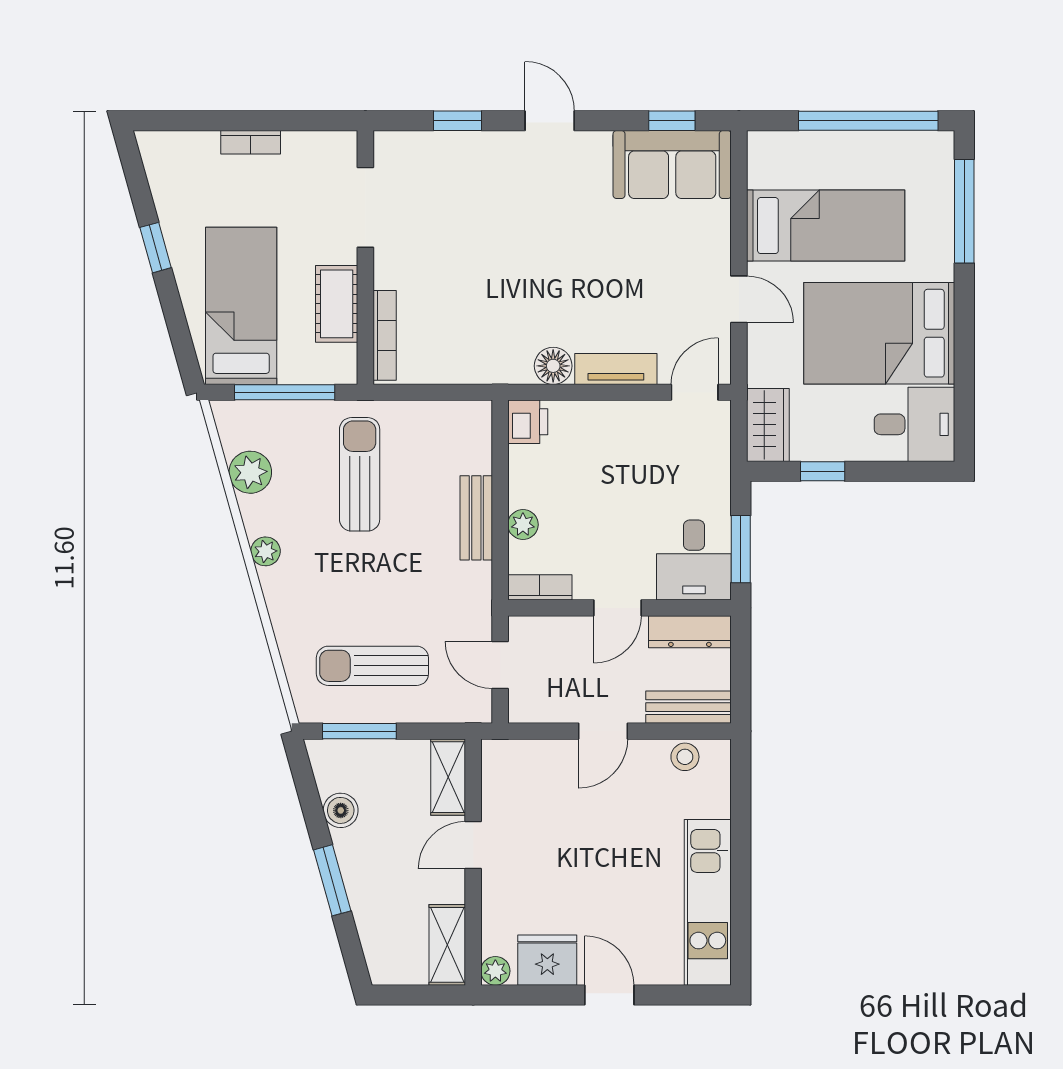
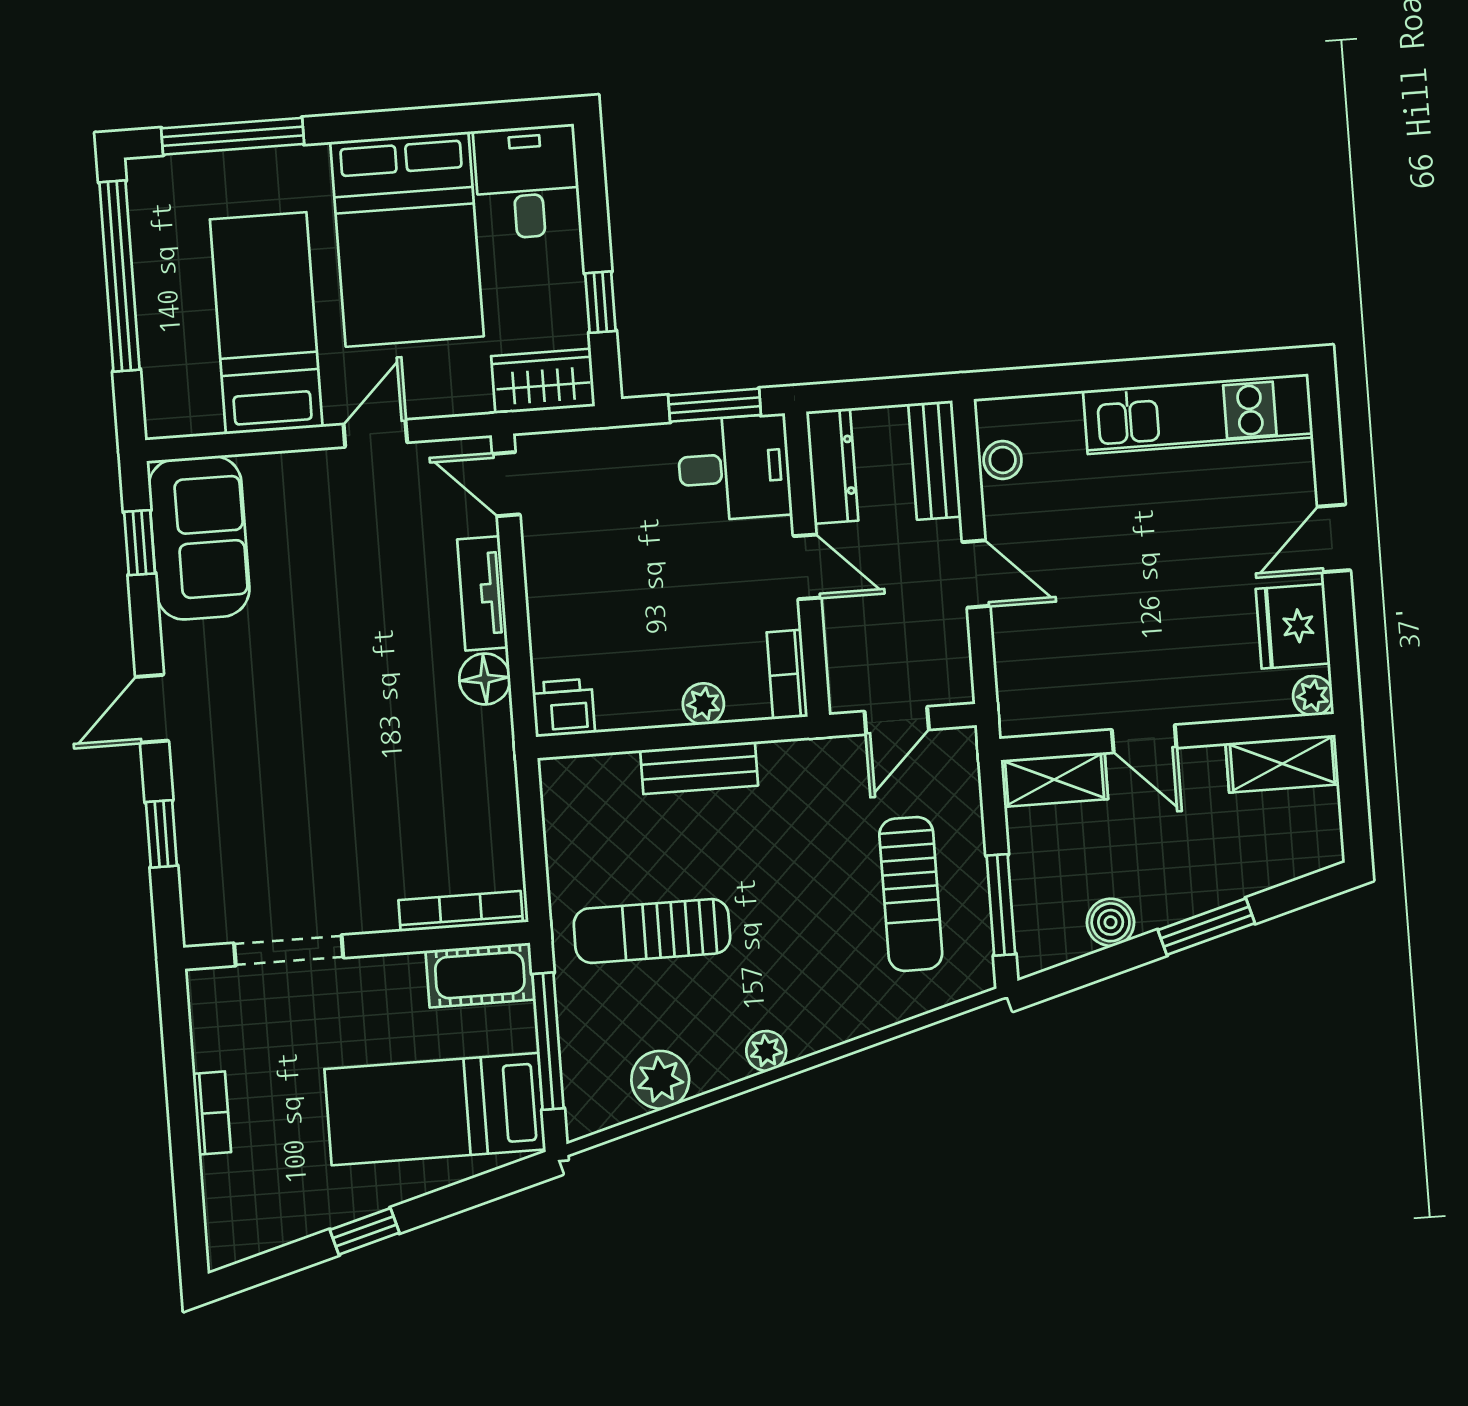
cot: (337, 304) -> (480, 975), moved

